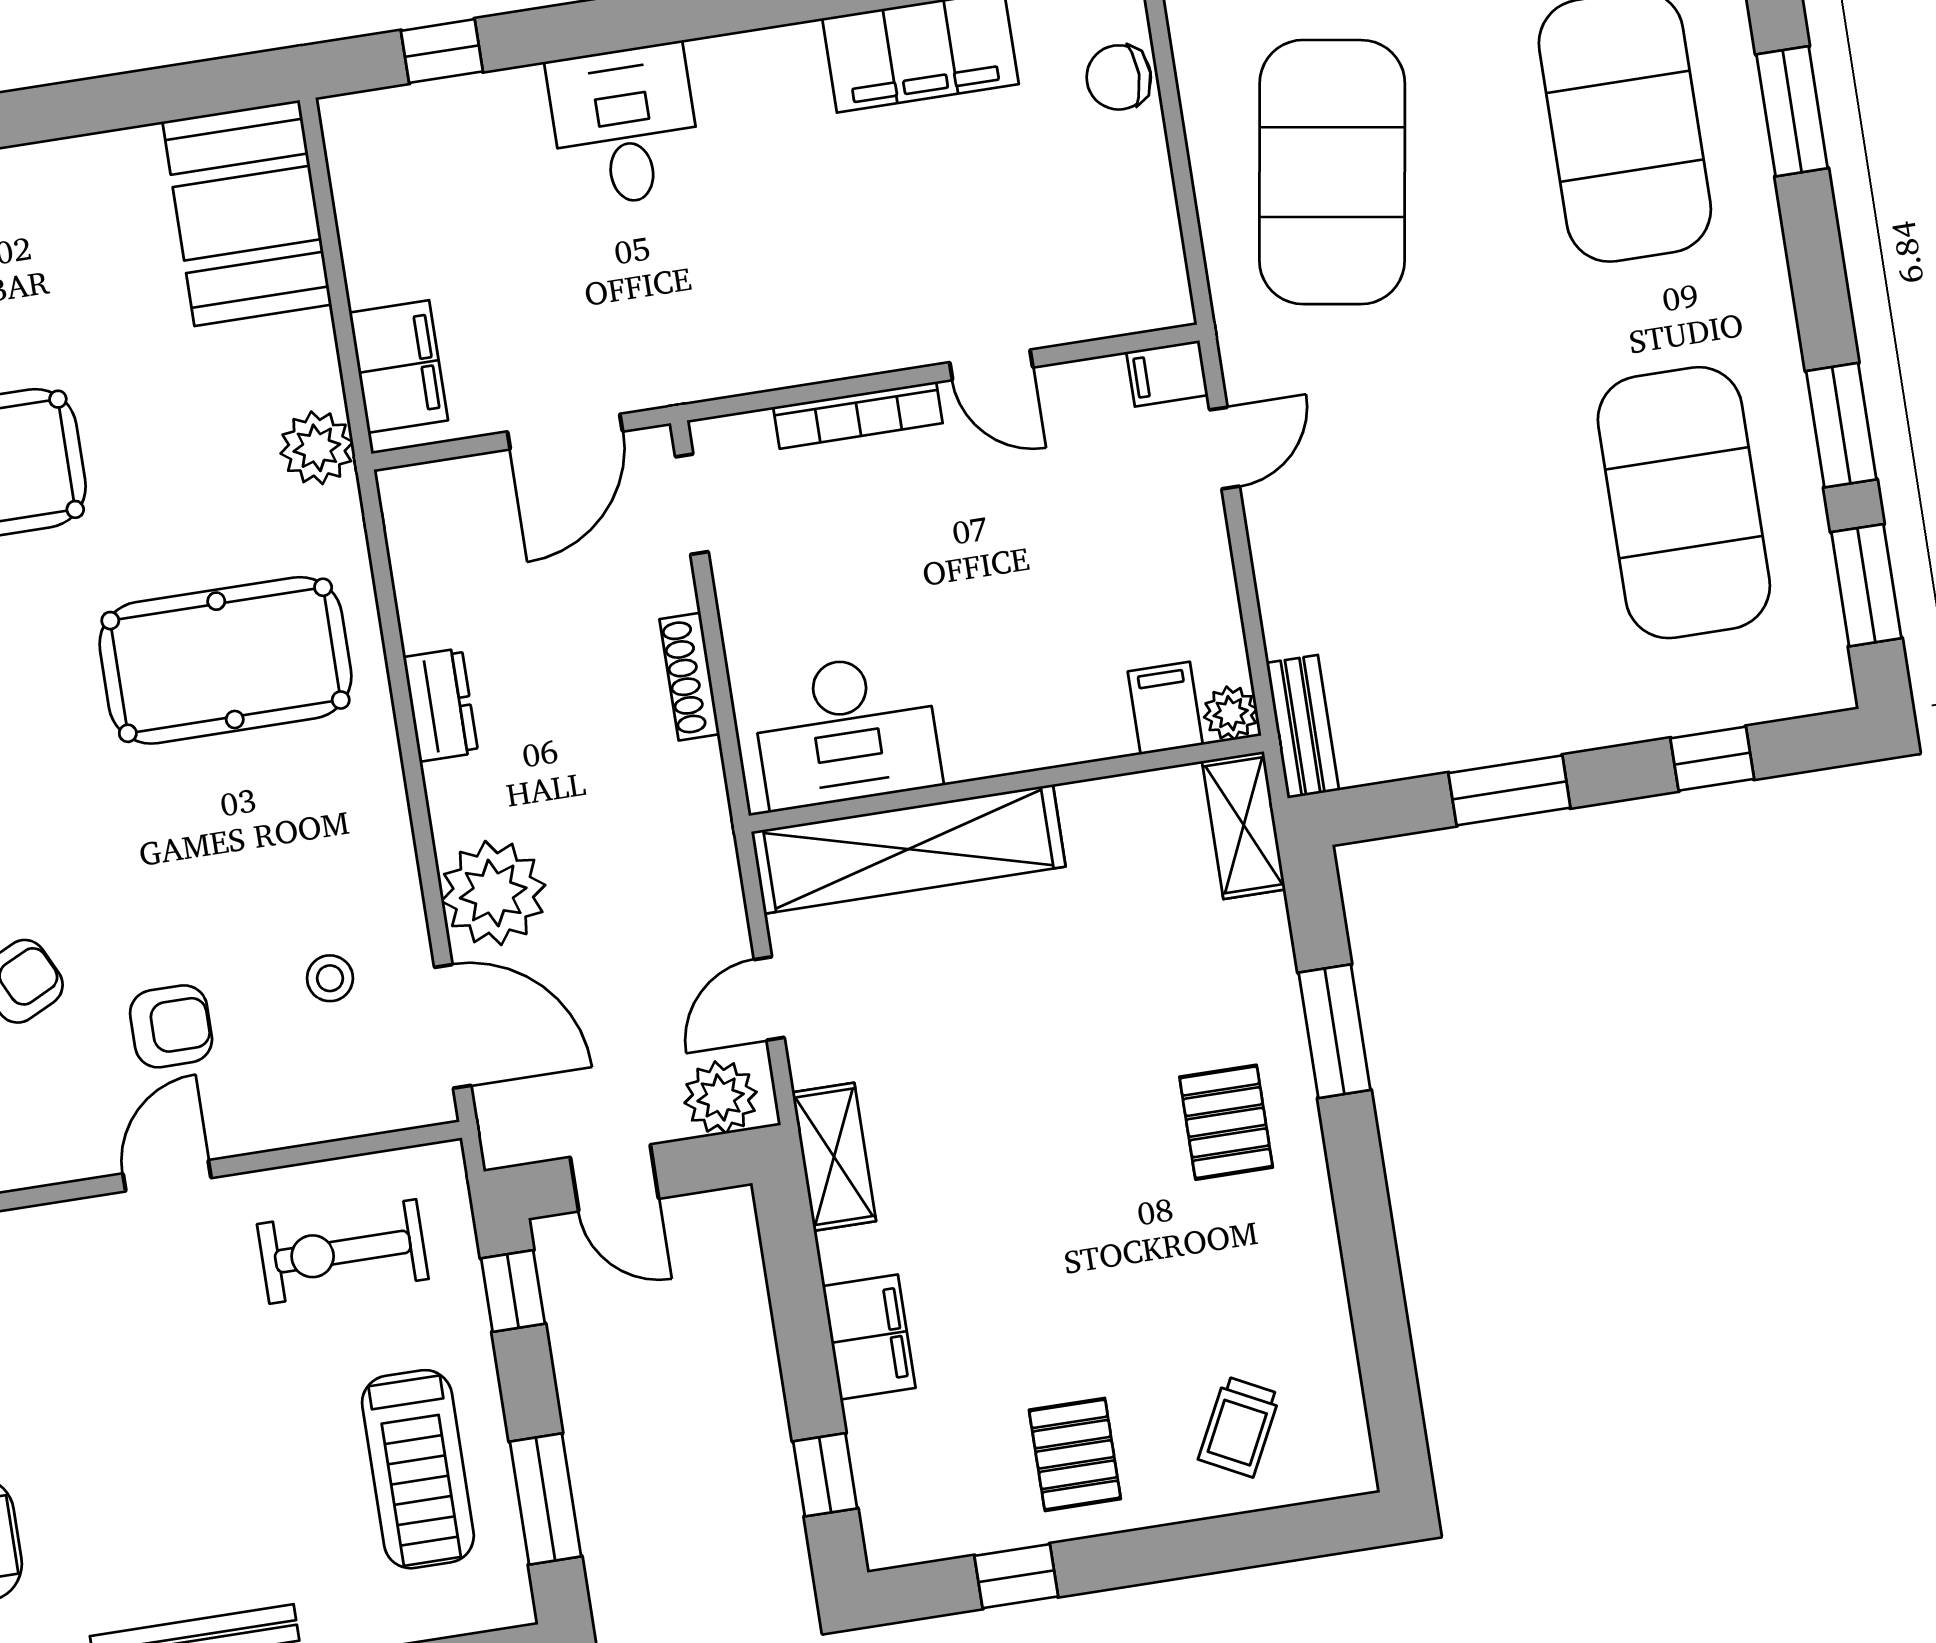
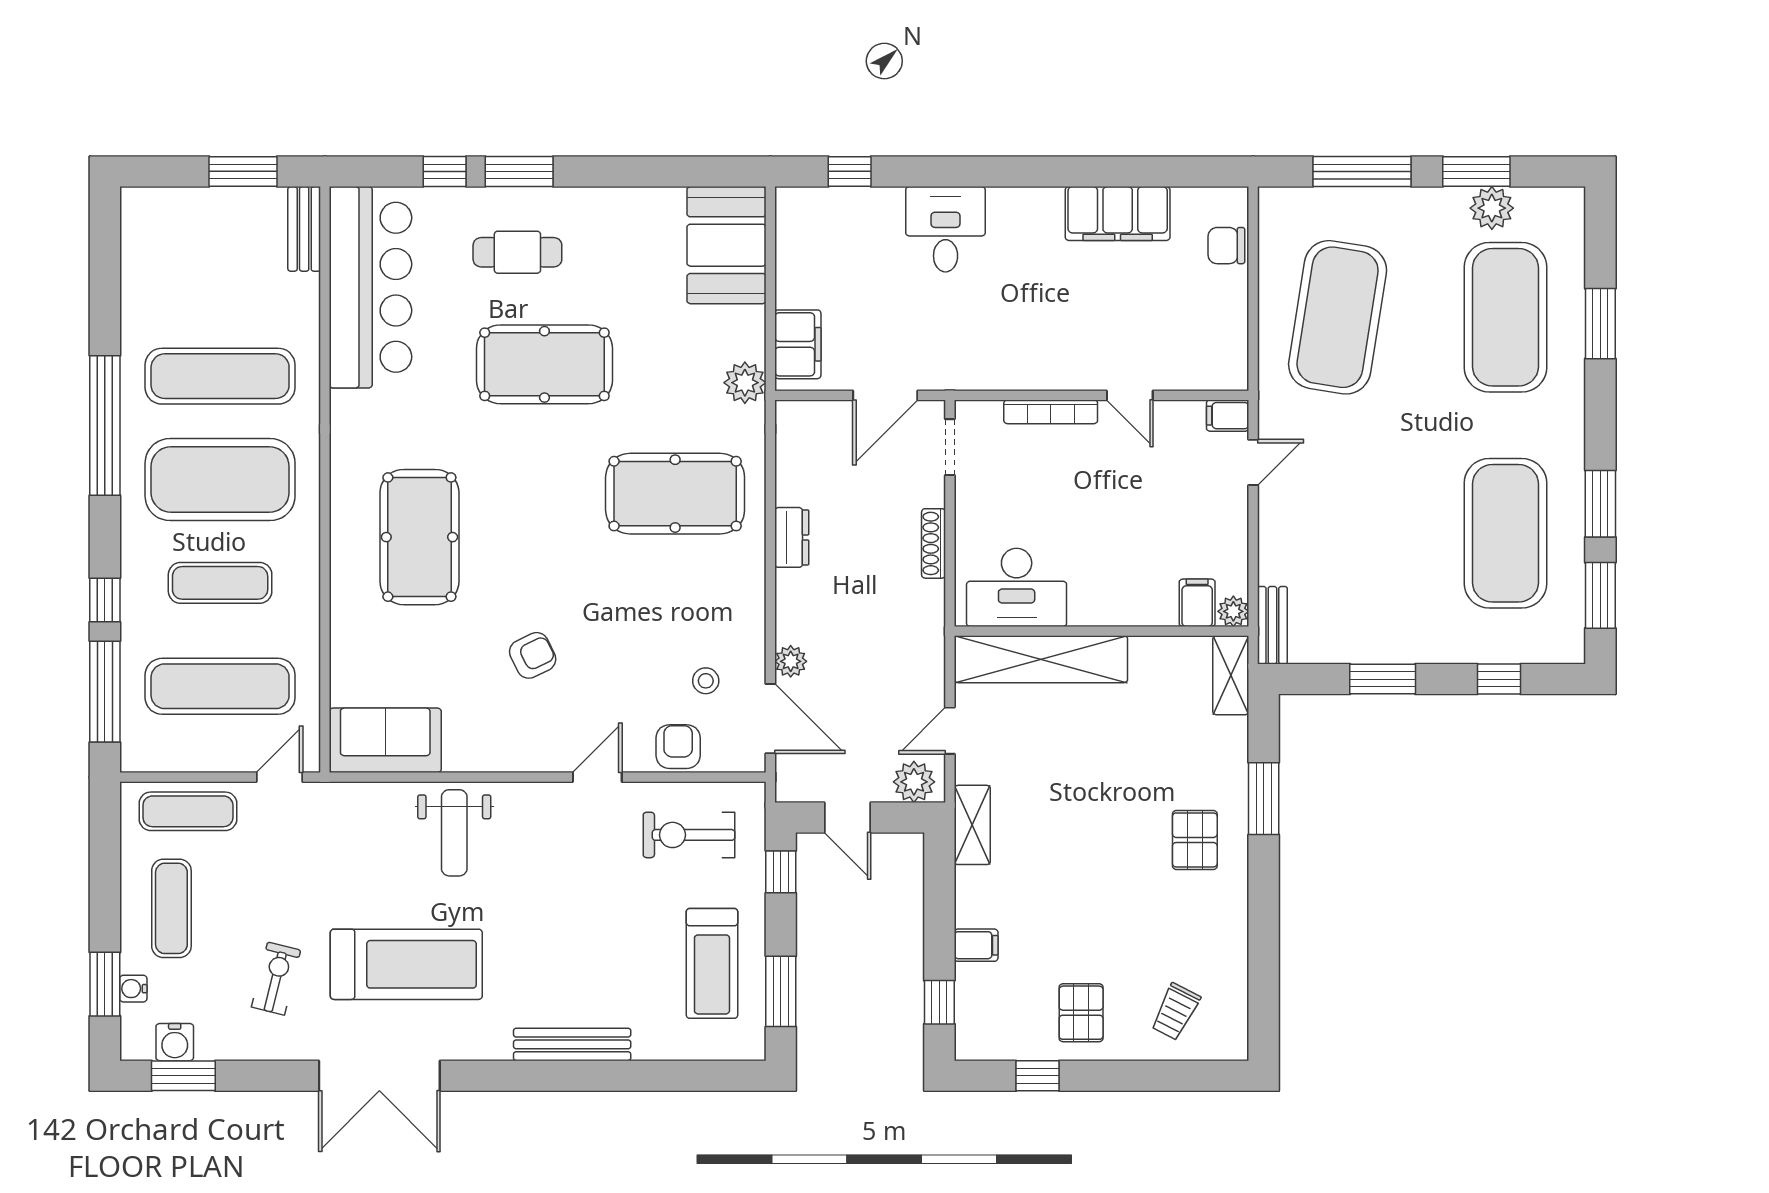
plant: (493, 893) -> (791, 661), width x0.53, depth x0.53
armchair: (171, 1026) -> (678, 747), moved, turned -90
filing cabinet: (869, 1337) -> (976, 945), width x0.50

